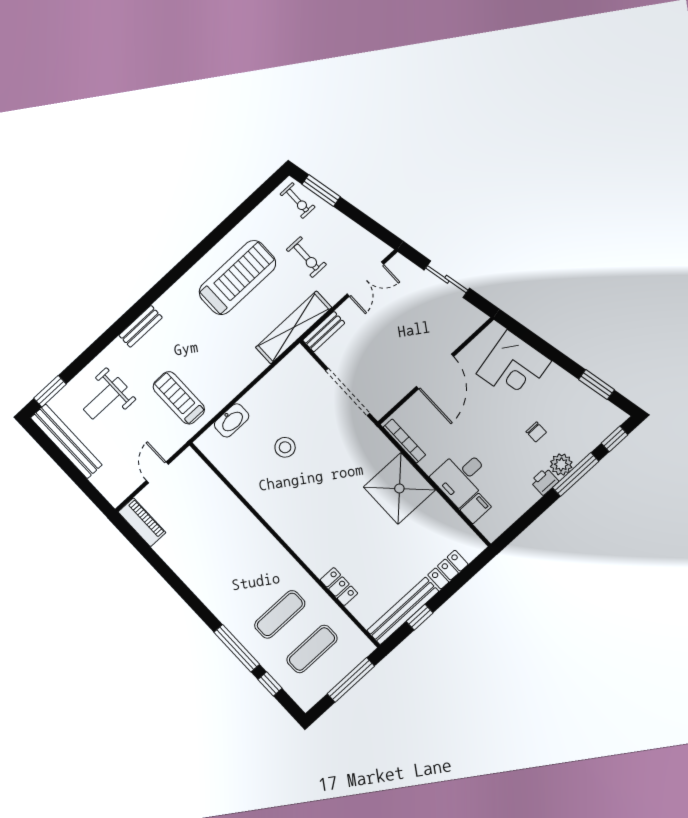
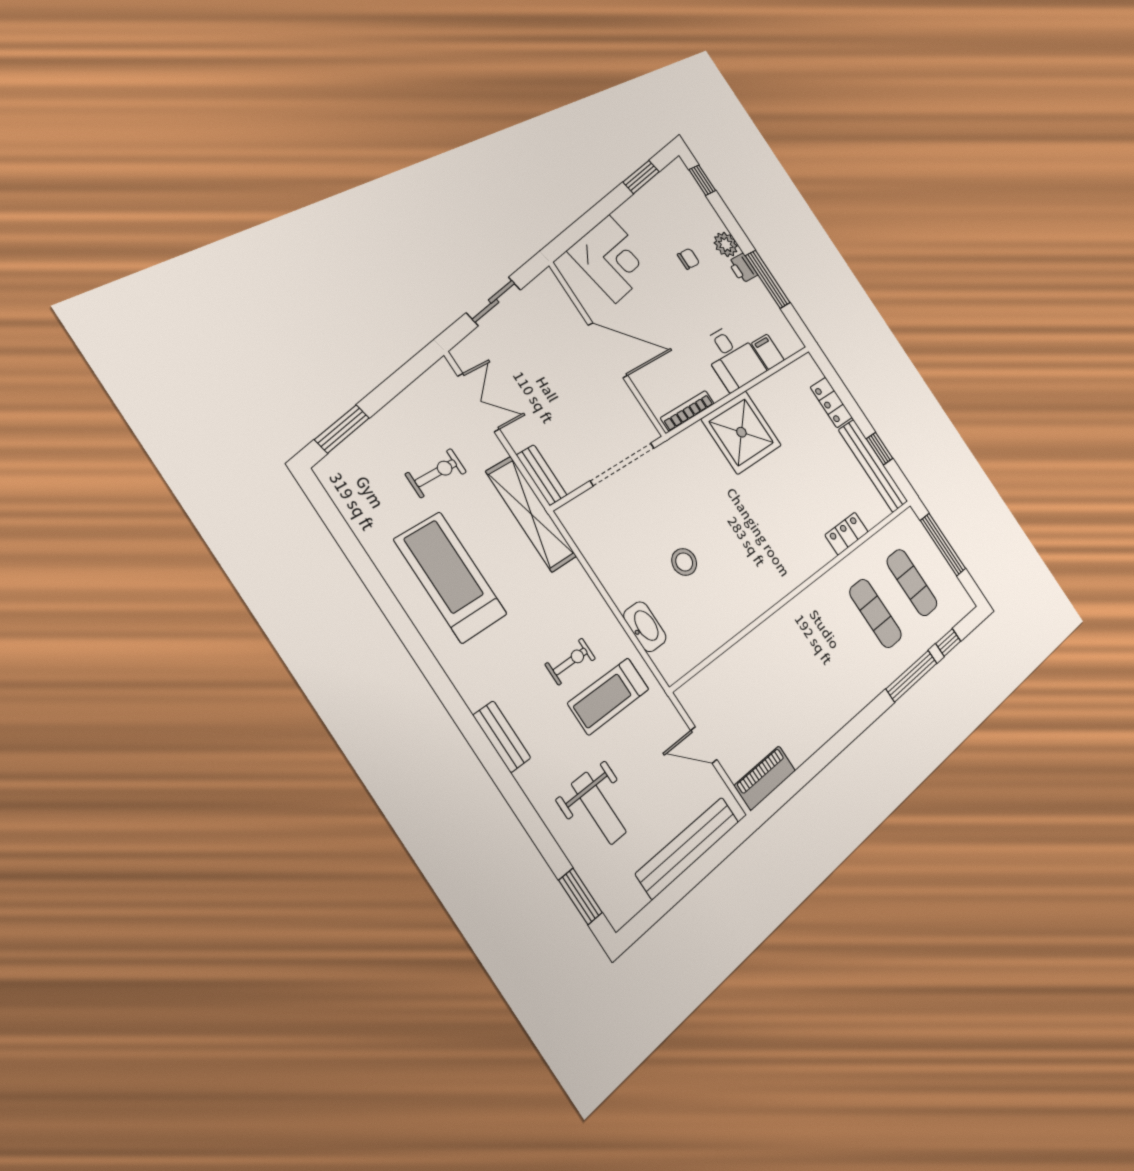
exercise bike: (298, 201) -> (570, 661), moved
bench: (66, 441) -> (688, 847), moved
window: (576, 474) -> (768, 279), moved

